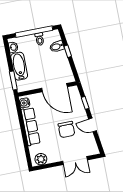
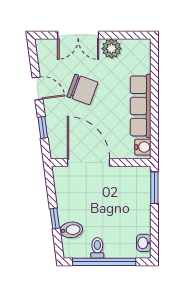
bathtub: (19, 66) -> (140, 210), removed
chair: (66, 129) -> (82, 89), turned 110
plant: (41, 159) -> (112, 49), moved
double door: (75, 161) -> (78, 35), swing flipped

